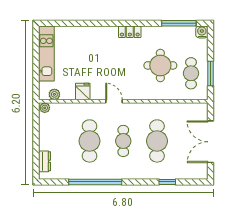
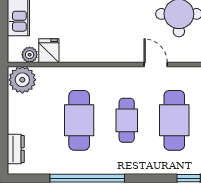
fridge: (83, 92) -> (49, 51), moved
door: (114, 101) -> (156, 64), moved
plant: (45, 108) -> (22, 80), width x1.88, depth x1.88

